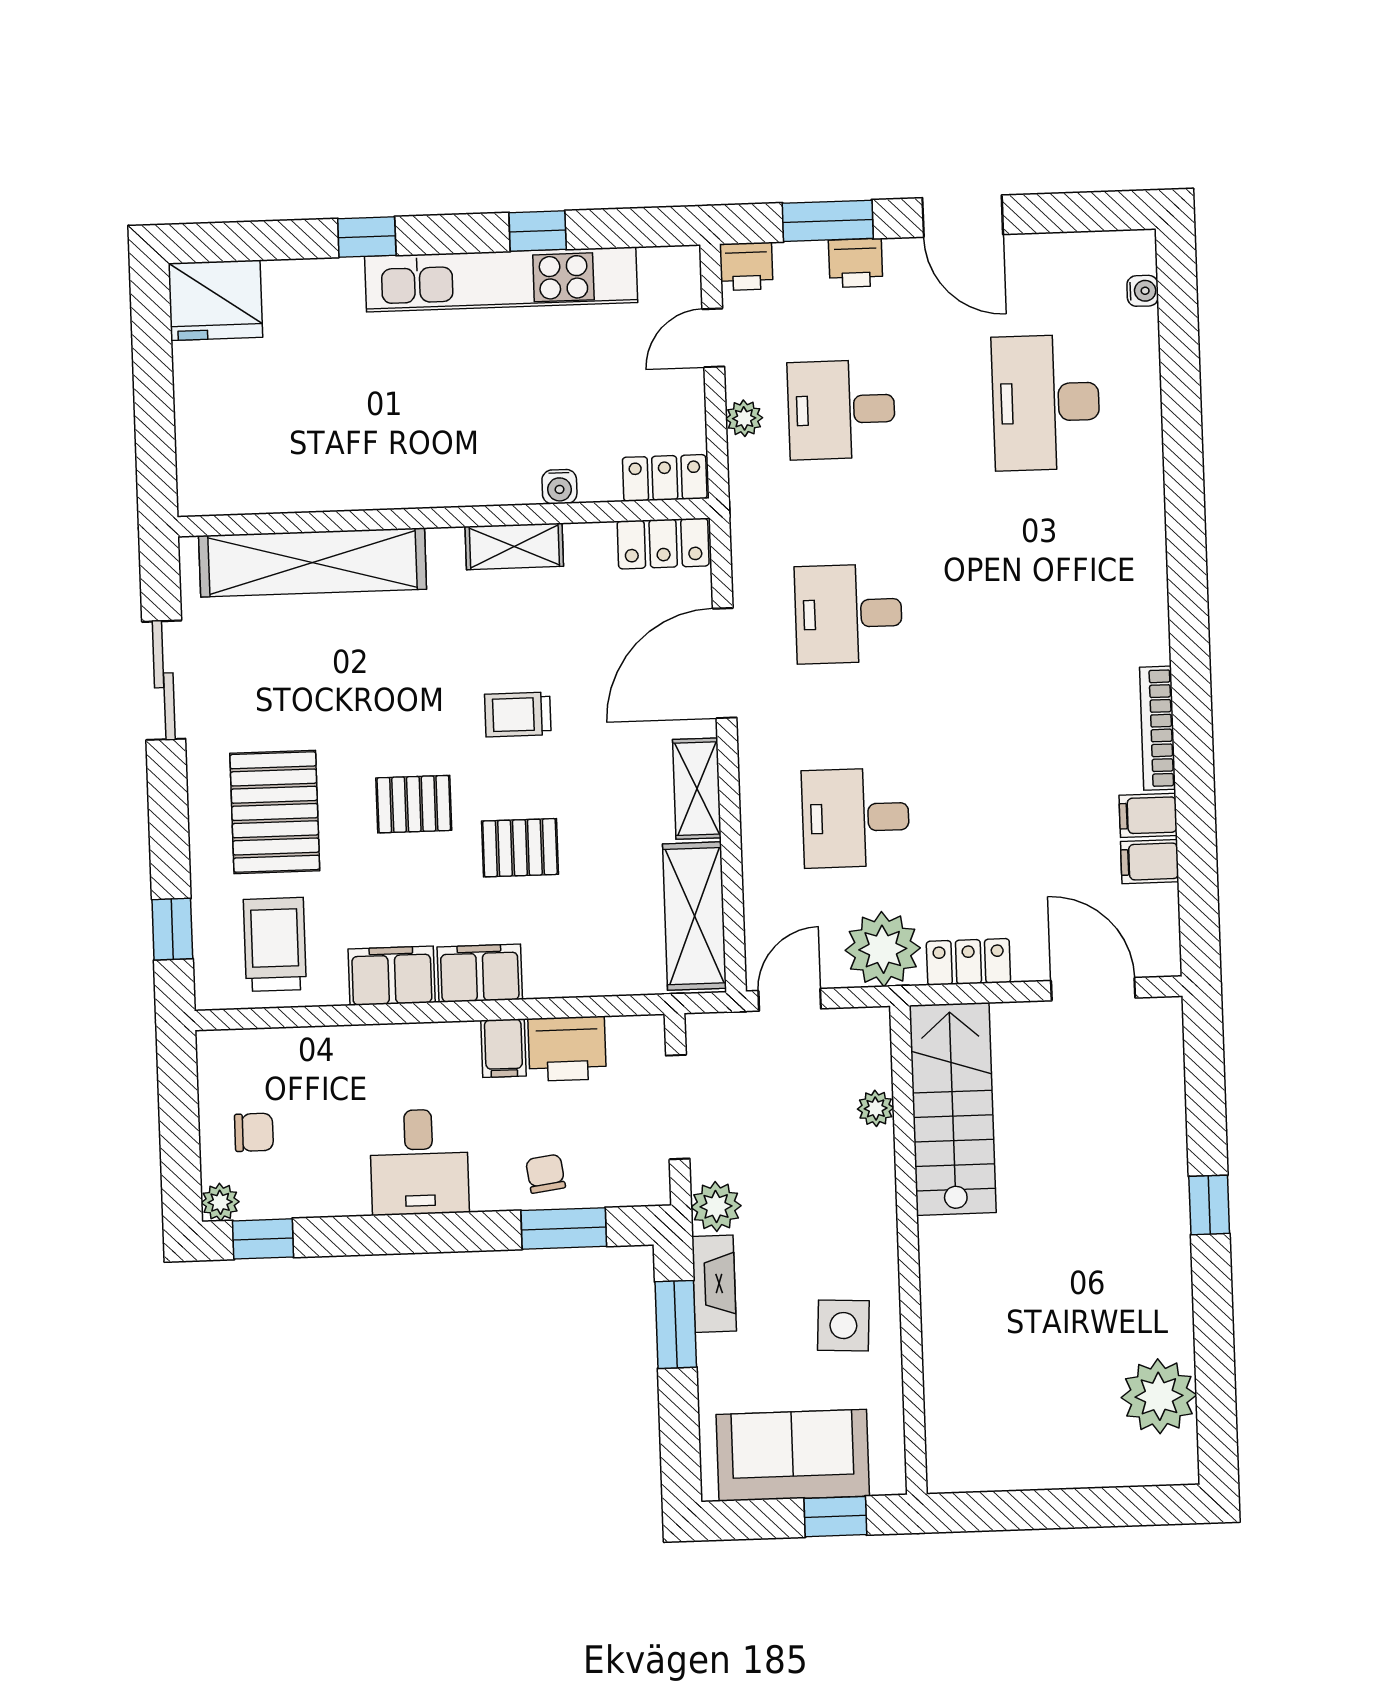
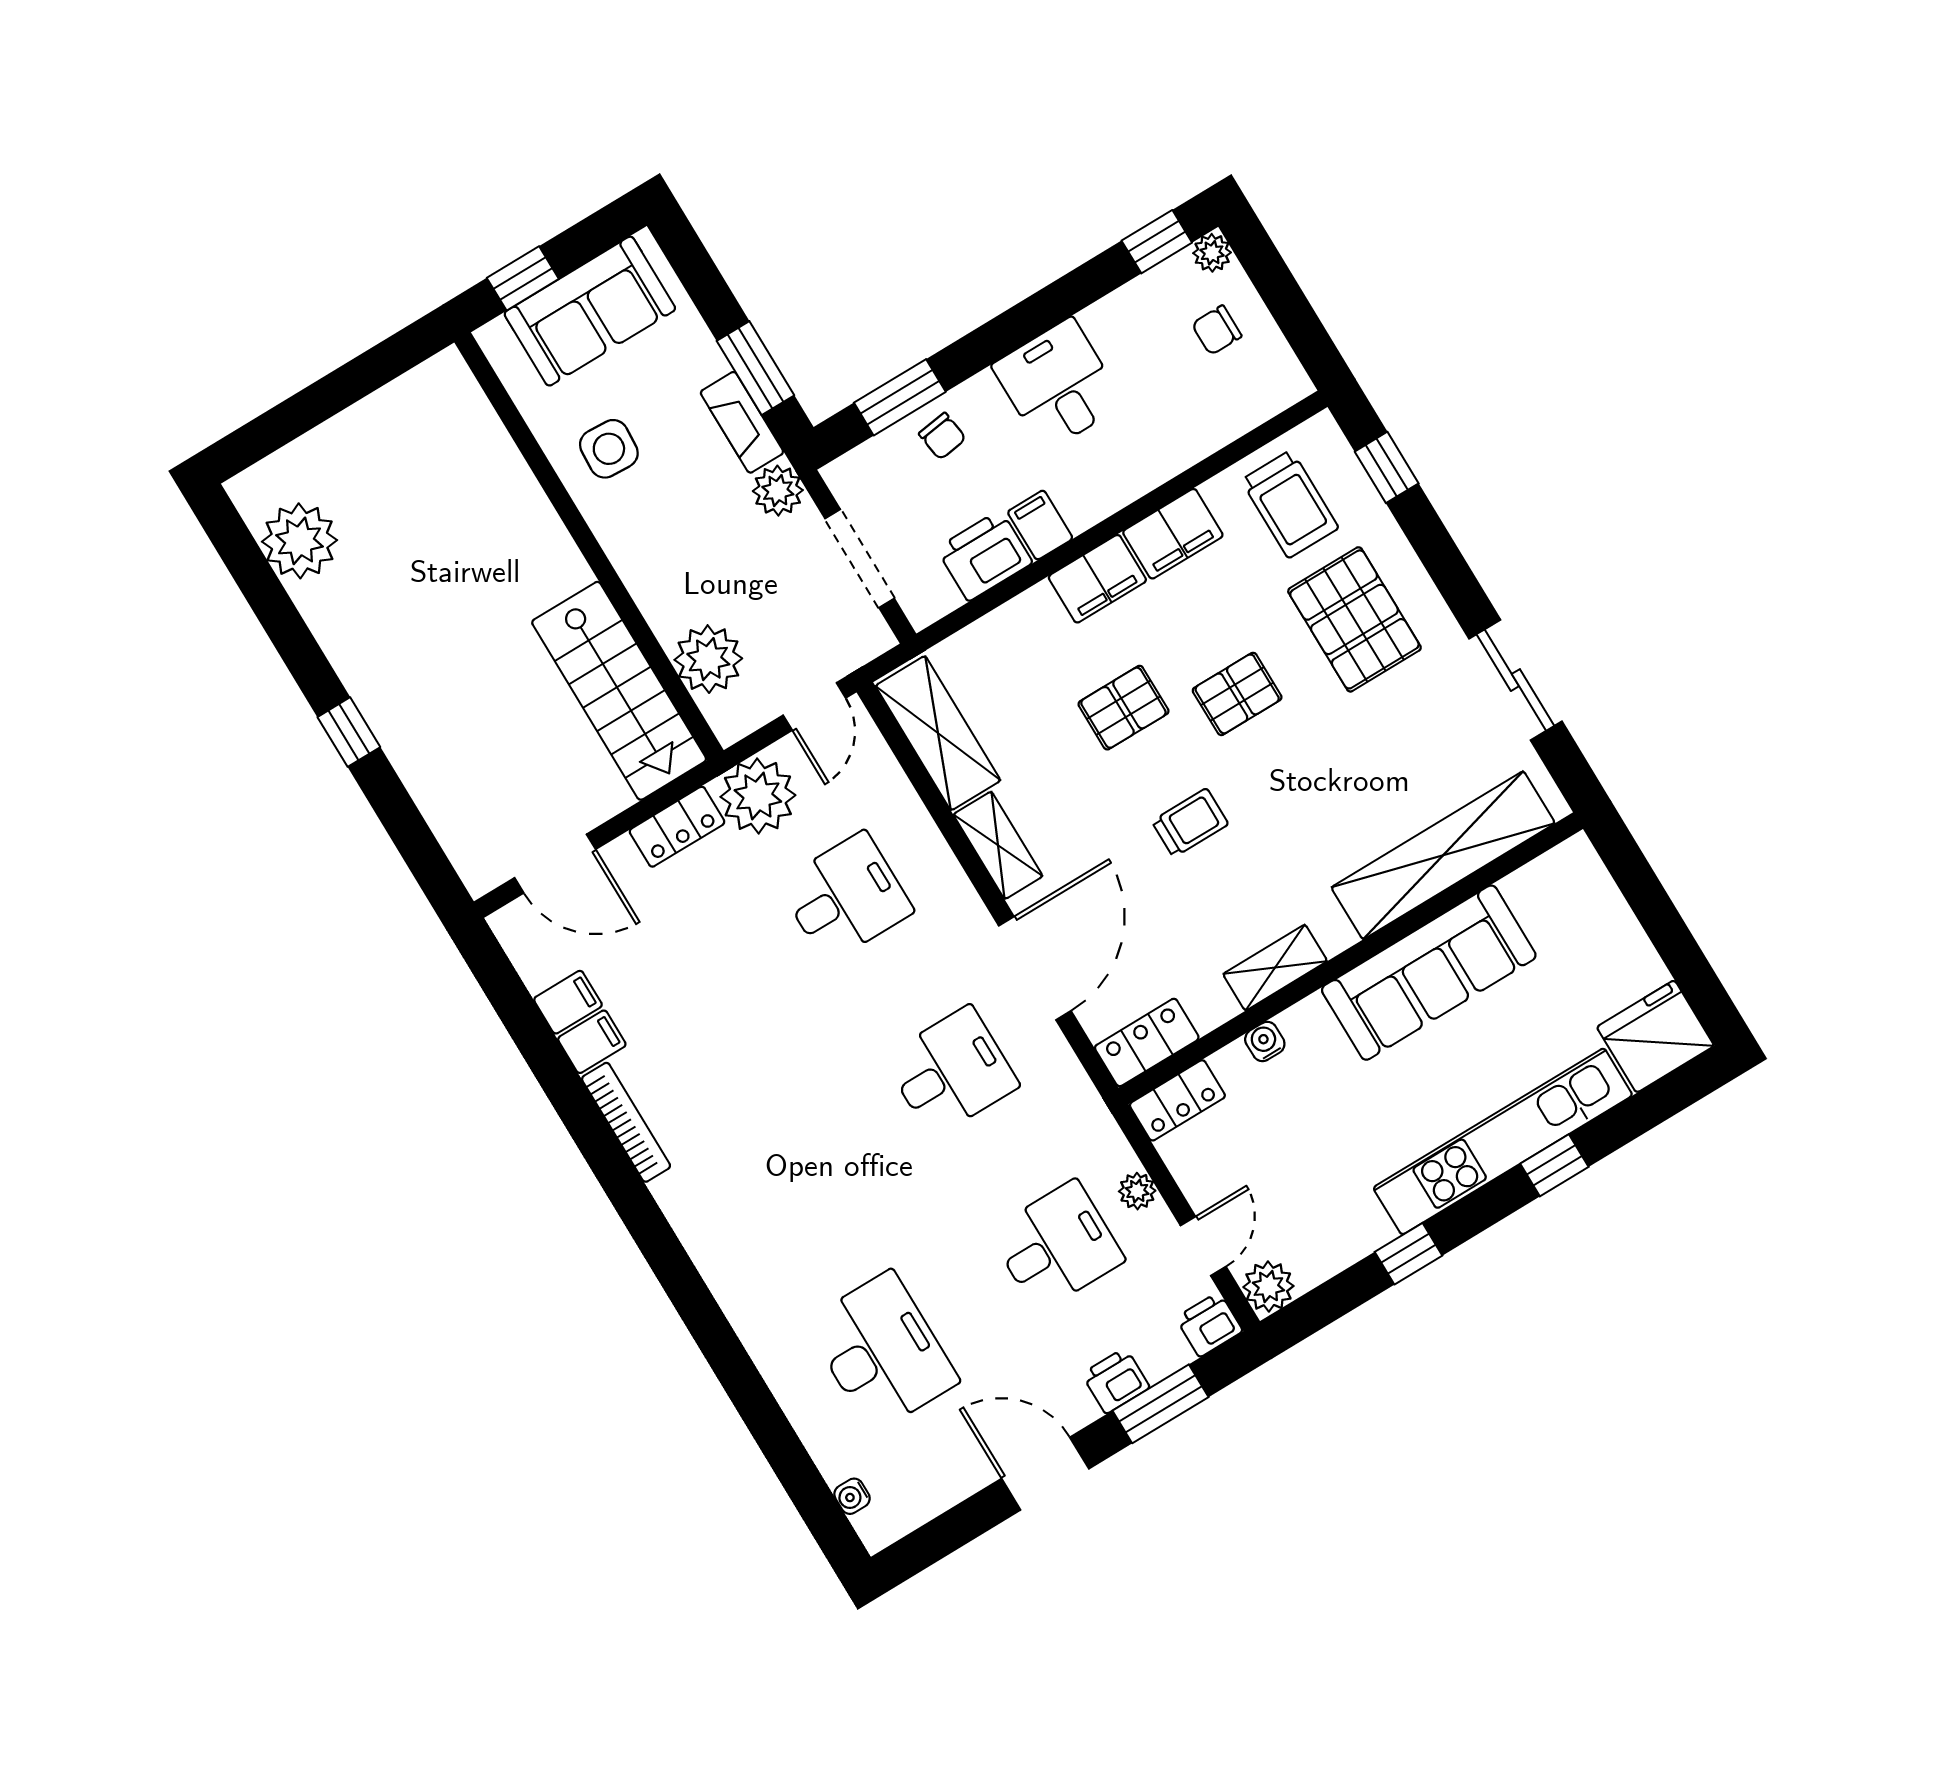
plant: (676, 271) -> (1268, 1287), added
kitchen unit: (501, 279) -> (1503, 1141), moved
sofa: (382, 467) -> (1429, 973), added
plant: (876, 1108) -> (708, 659), width x1.88, depth x1.88

